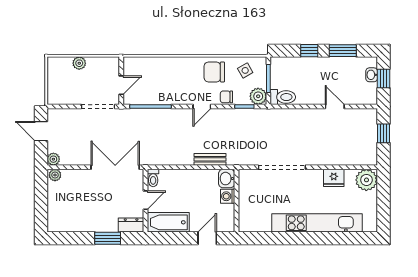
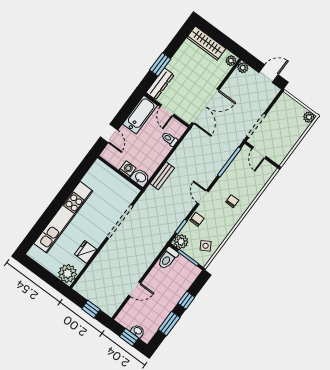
plant: (79, 63) -> (309, 117), moved
chair: (214, 72) -> (232, 201), moved, width x0.54, depth x0.54
toilet: (153, 178) -> (170, 139), moved
wardrobe: (56, 210) -> (206, 43), added
dresser: (131, 225) -> (160, 84), width x1.44

